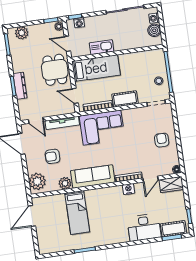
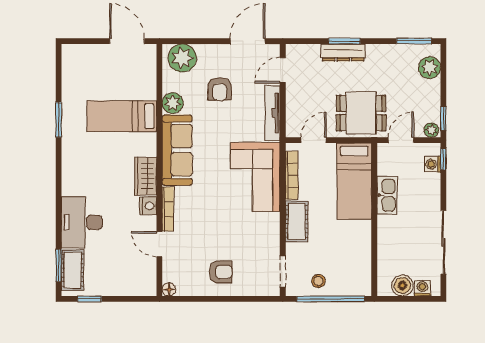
armchair: (52, 156) -> (220, 89), turned 180
wardrobe: (171, 184) -> (146, 176), moved

